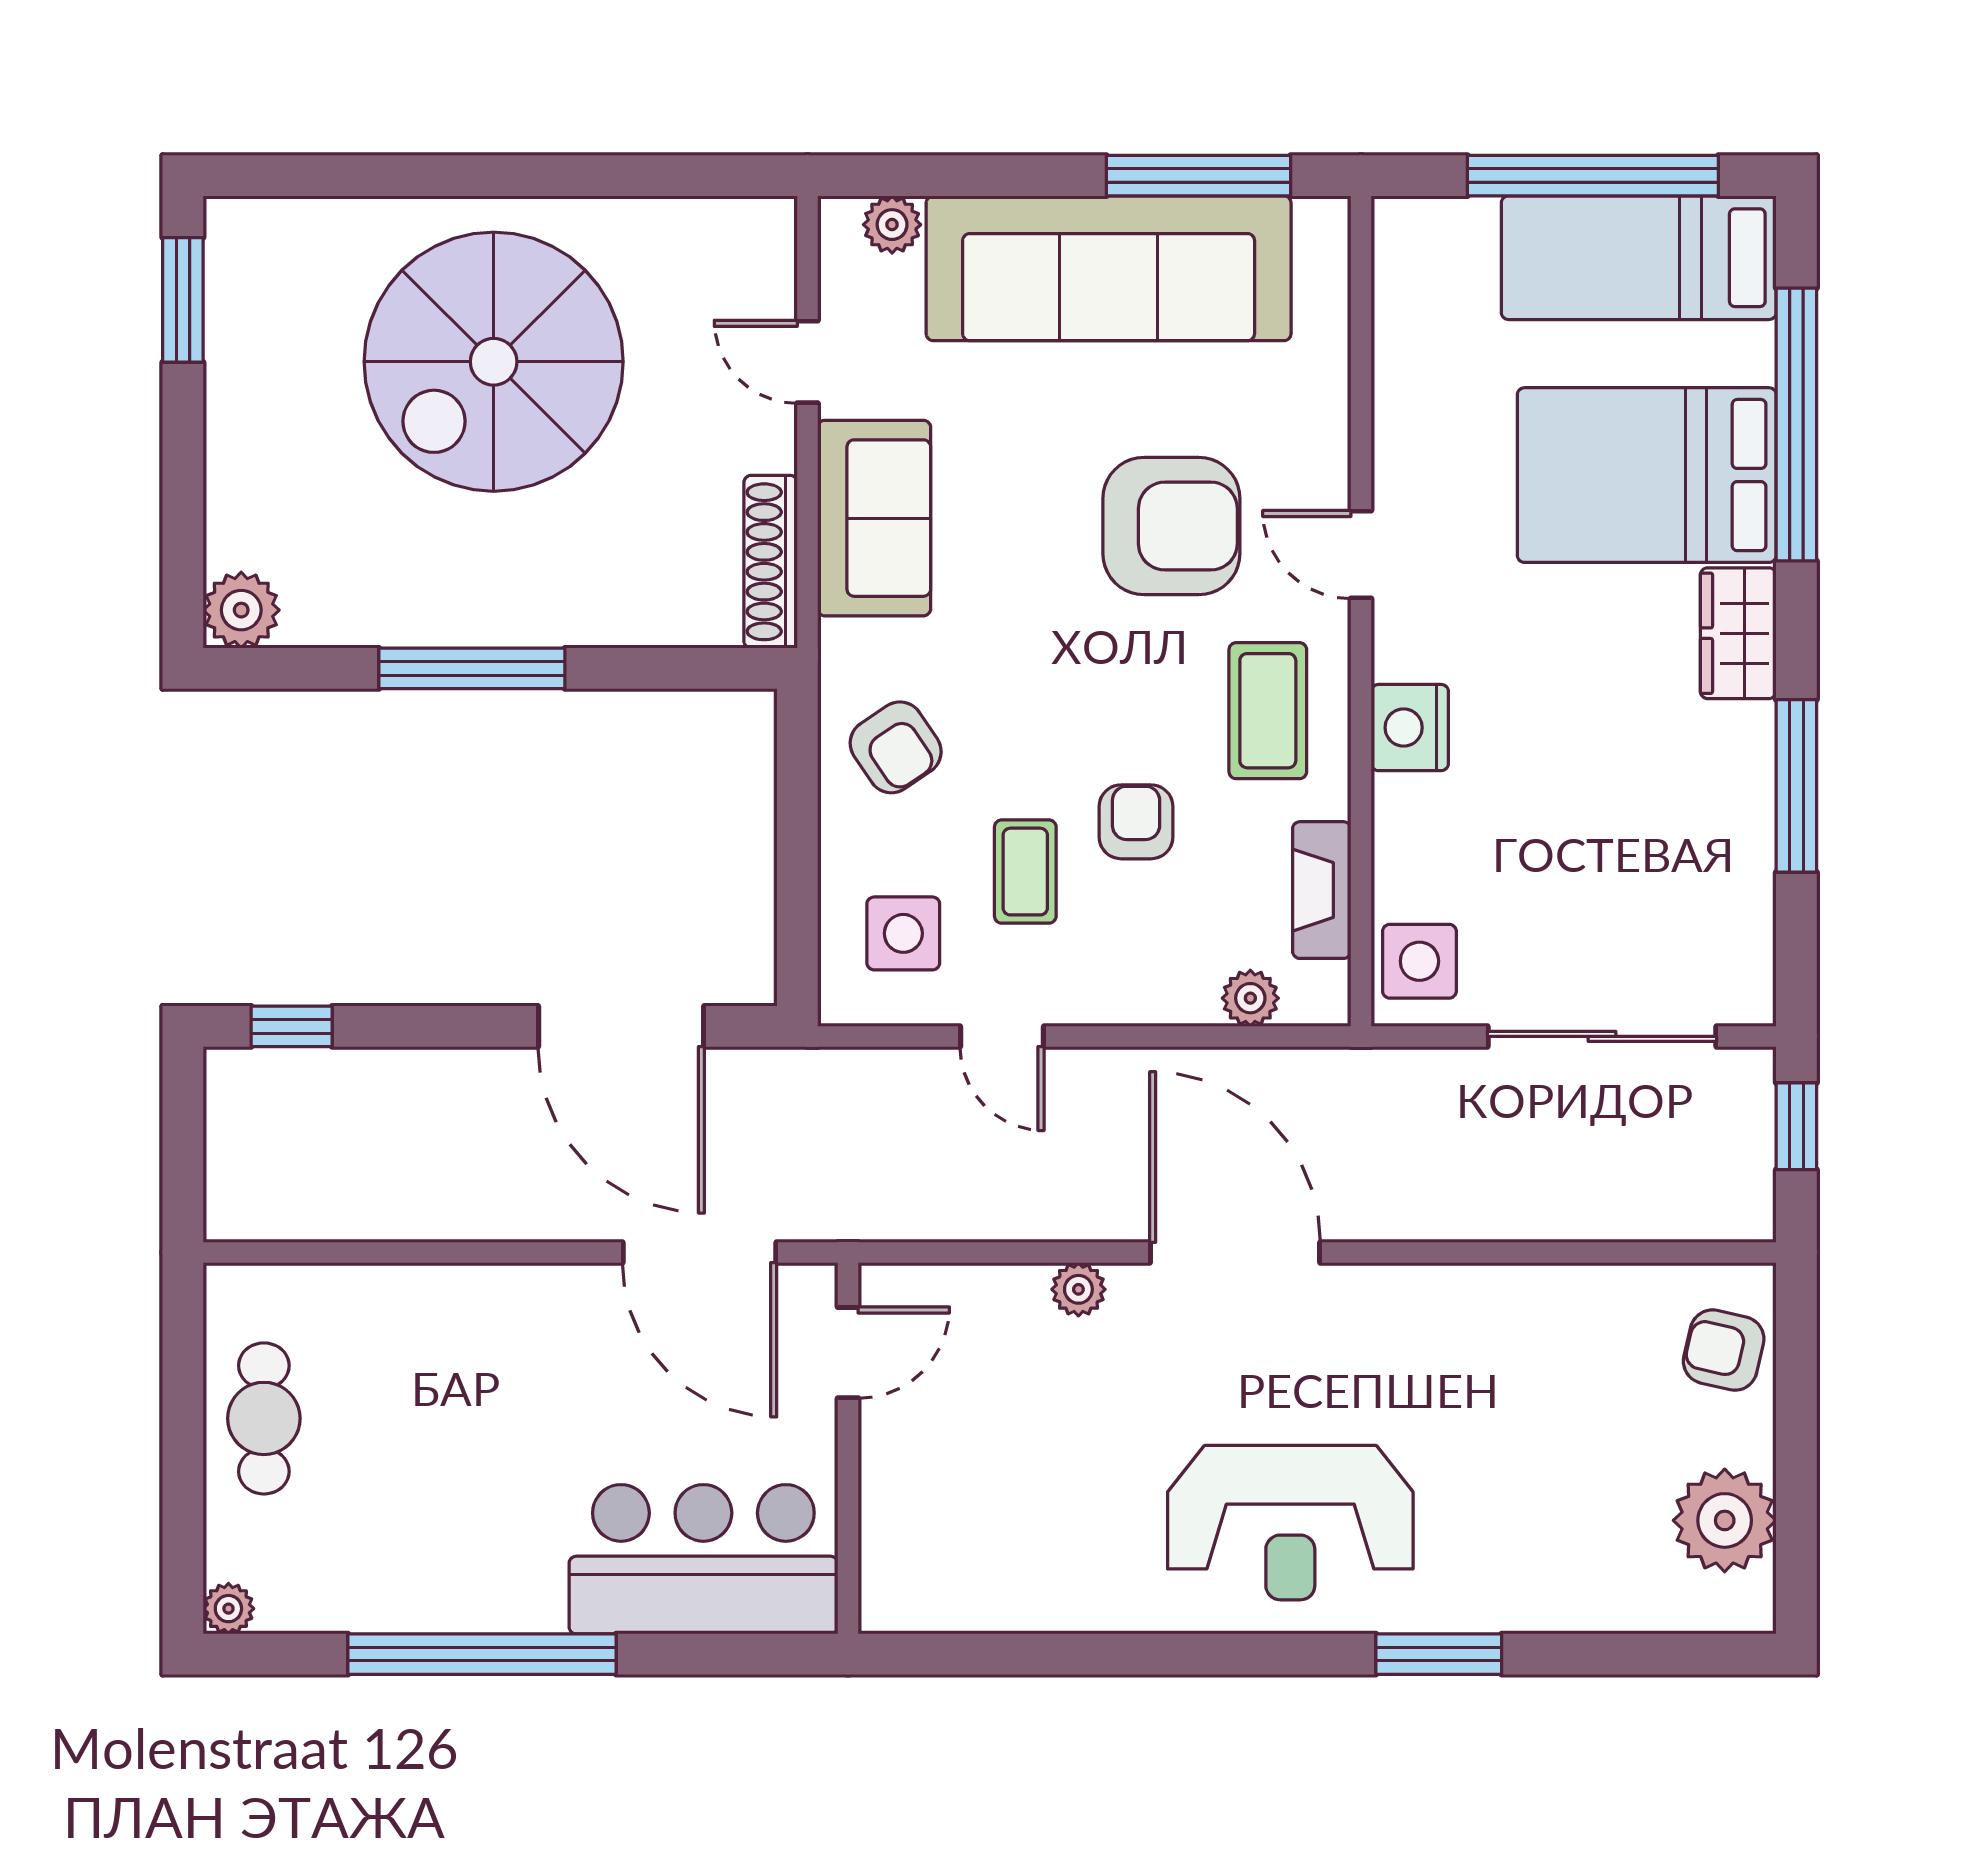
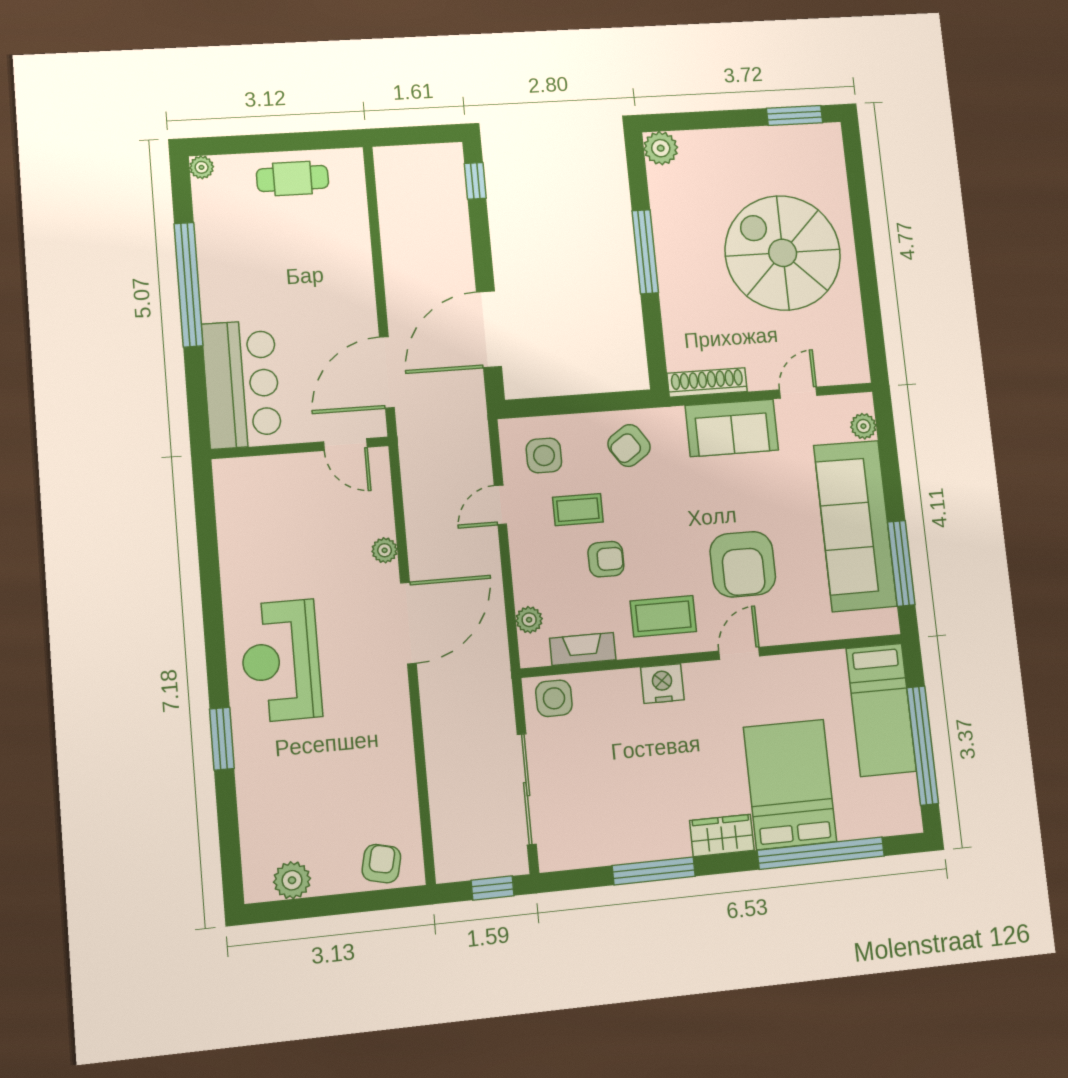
bed: (1639, 258) -> (881, 710), moved, turned 180
plant: (1725, 1520) -> (292, 880), width x0.73, depth x0.73

